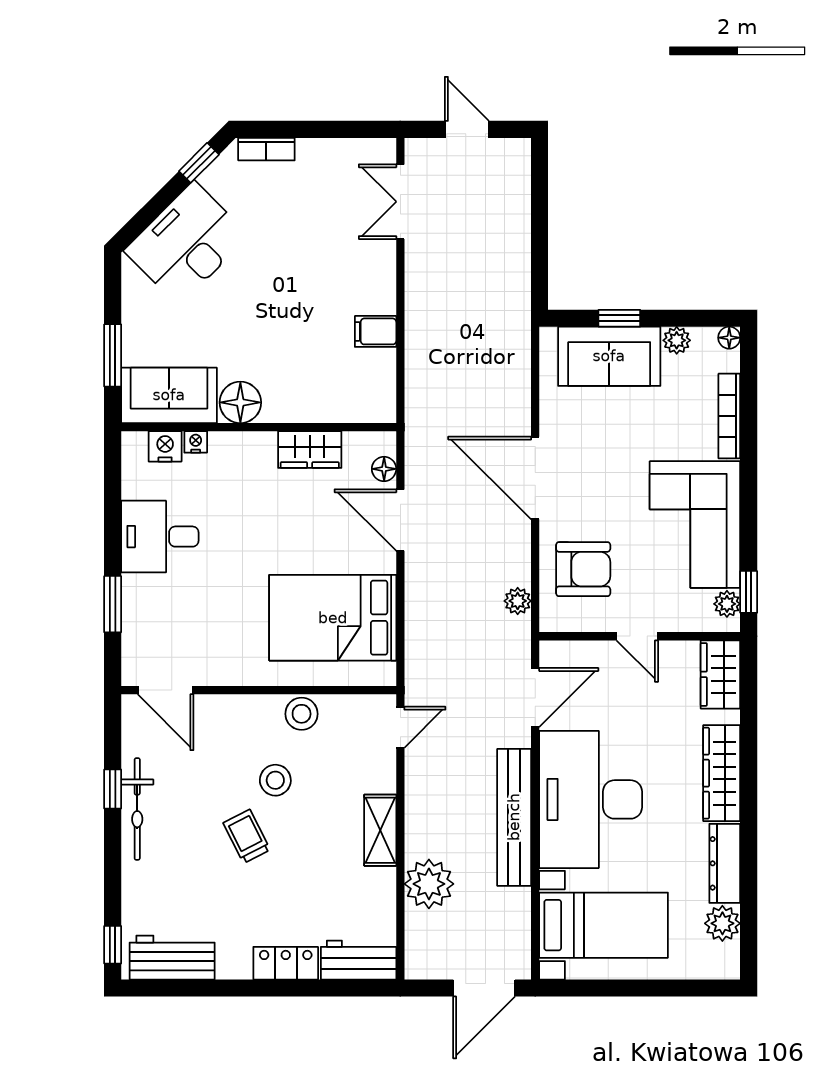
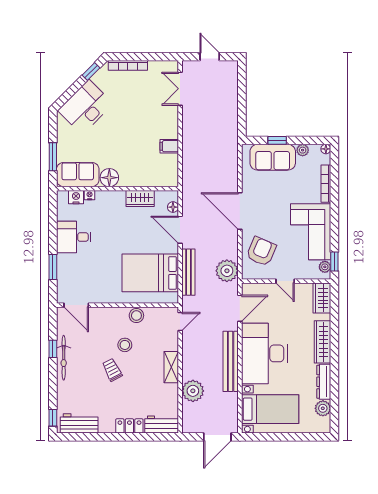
bookcase: (266, 149) -> (128, 65), width x1.56
armchair: (583, 569) -> (261, 251), turned -67
plant: (518, 601) -> (227, 271), width x1.88, depth x1.88
bench: (419, 616) -> (188, 272), added

